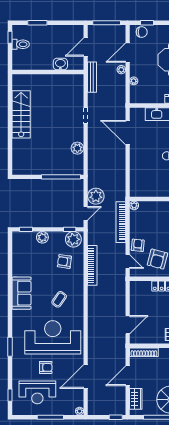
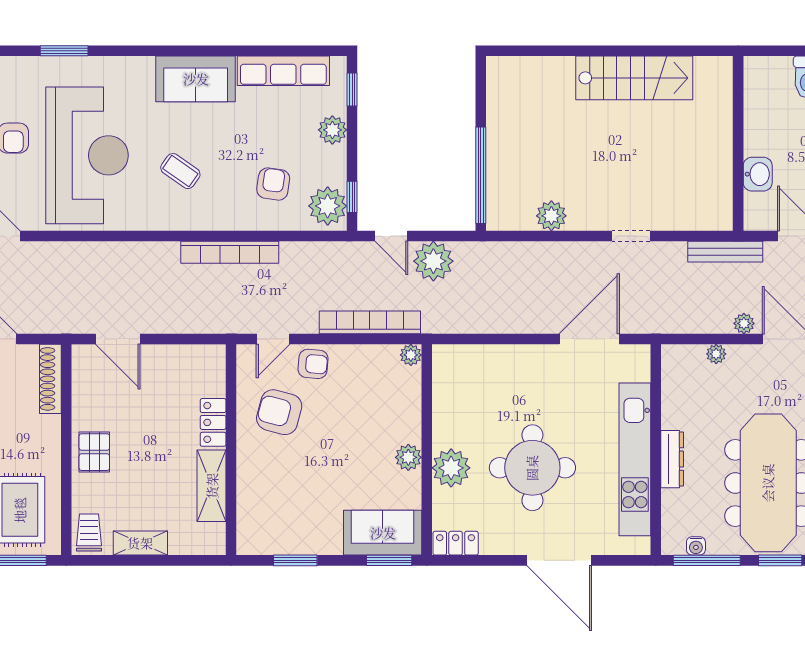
row of seats: (18, 257) -> (283, 71), added
bookcase: (92, 265) -> (230, 252), moved

